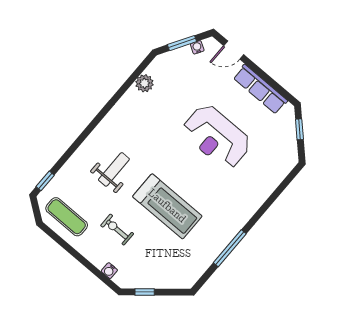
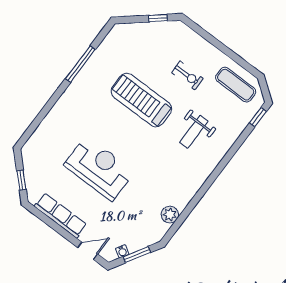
water cooler: (109, 271) -> (192, 36), removed

